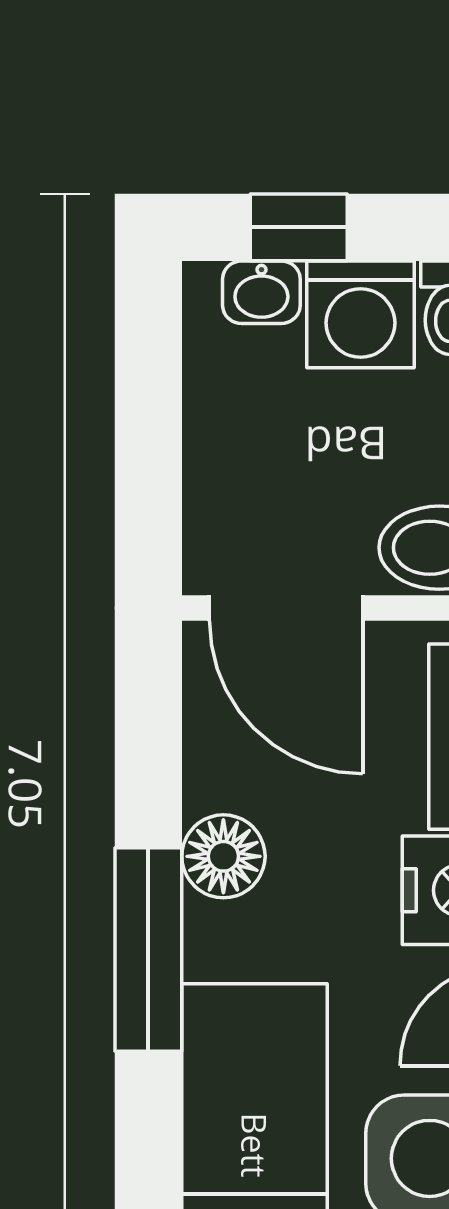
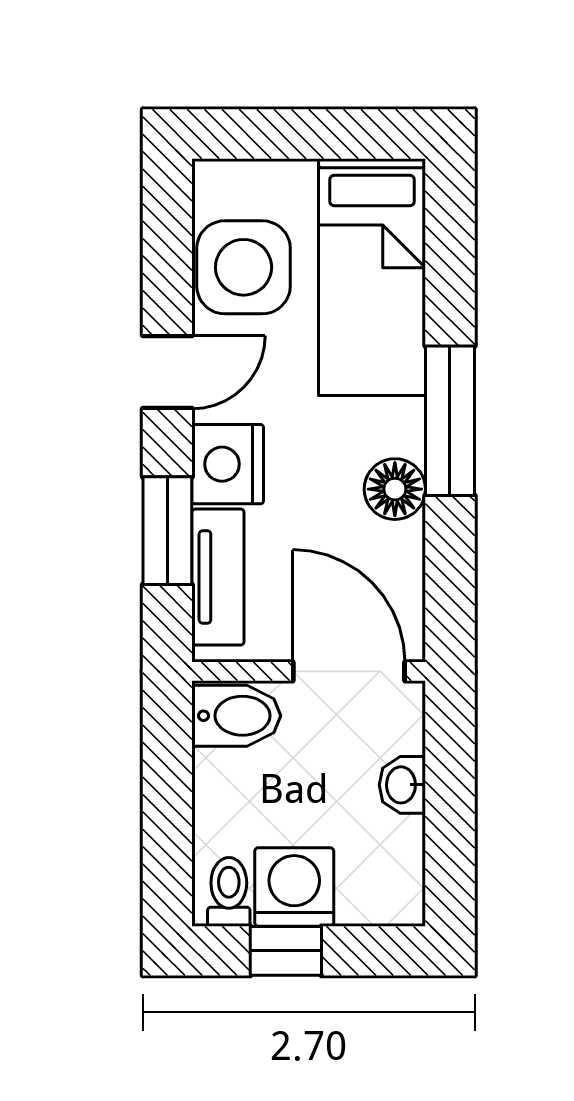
window: (299, 227) -> (286, 951), moved
washbasin: (261, 292) -> (402, 785), moved, turned -90

